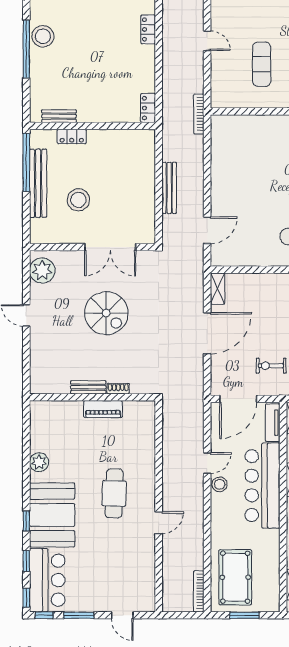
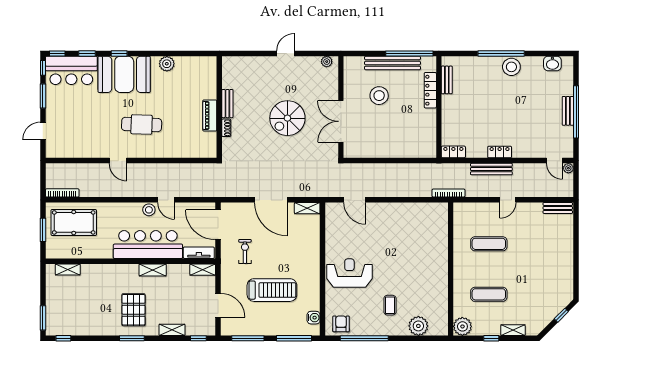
locker: (148, 29) -> (500, 152), moved
locker: (72, 137) -> (430, 90), width x1.53
bench: (169, 188) -> (491, 169), moved
plant: (42, 271) -> (327, 62), width x0.53, depth x0.53

